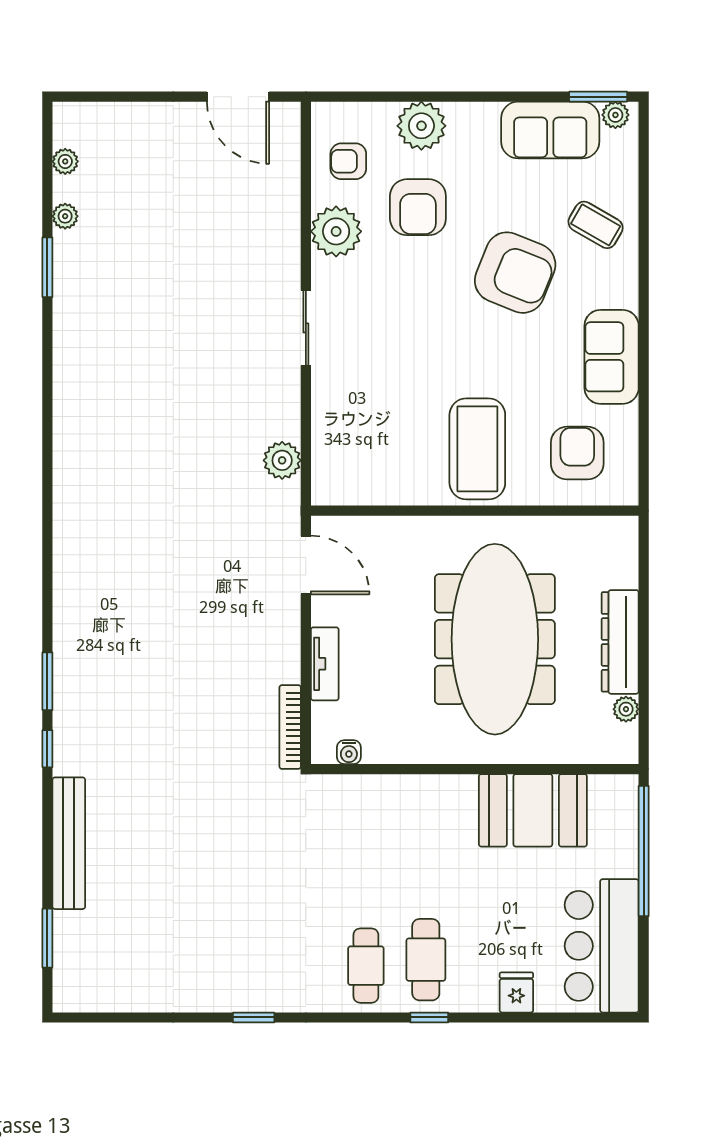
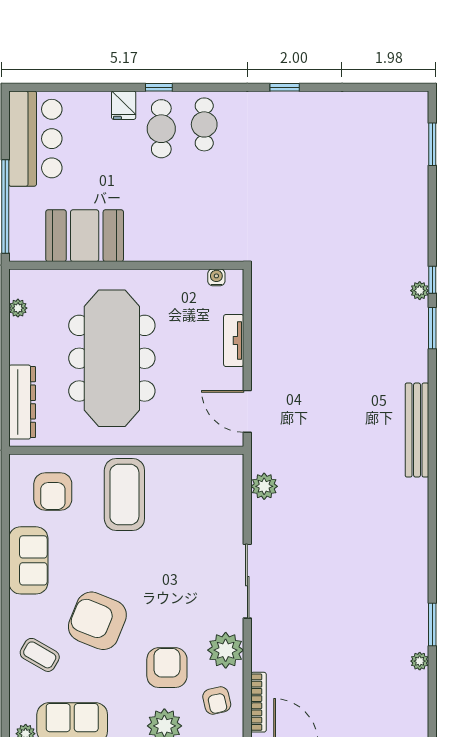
plant: (65, 161) -> (420, 291), moved
armchair: (348, 161) -> (217, 700), turned 77
sliding door: (306, 328) -> (247, 581), width x1.37
dresser: (620, 642) -> (22, 402), moved
bookcase: (290, 727) -> (258, 702), moved
bench: (69, 843) -> (417, 430), moved
fridge: (516, 992) -> (124, 105), moved

